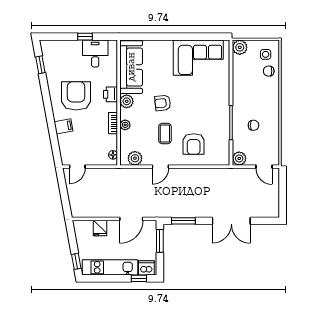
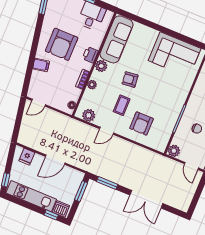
armchair: (76, 96) -> (62, 44), turned 180
door: (131, 219) -> (55, 160), moved
fridge: (100, 228) -> (27, 157), moved

